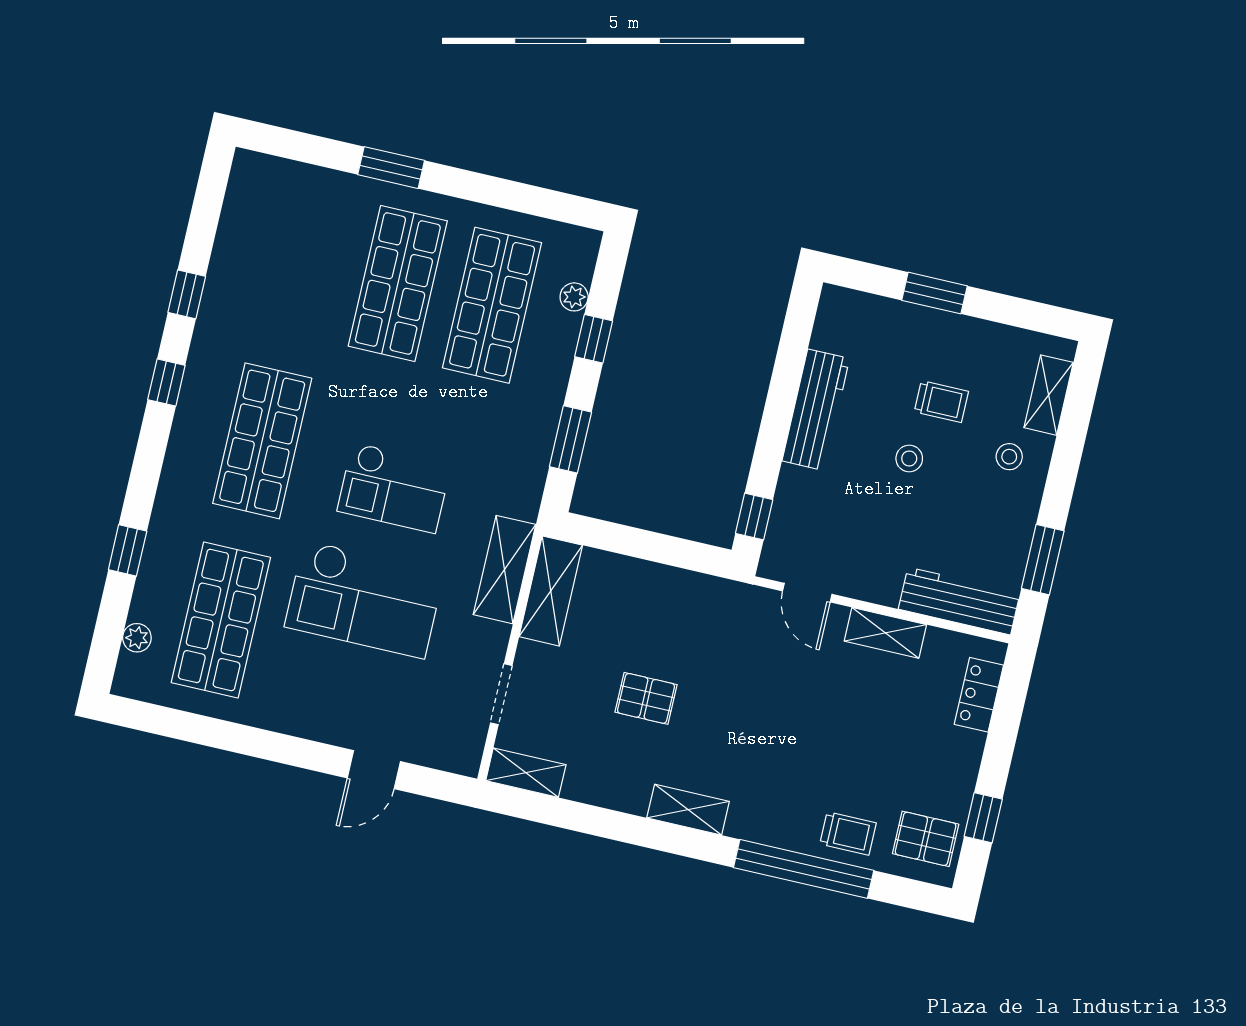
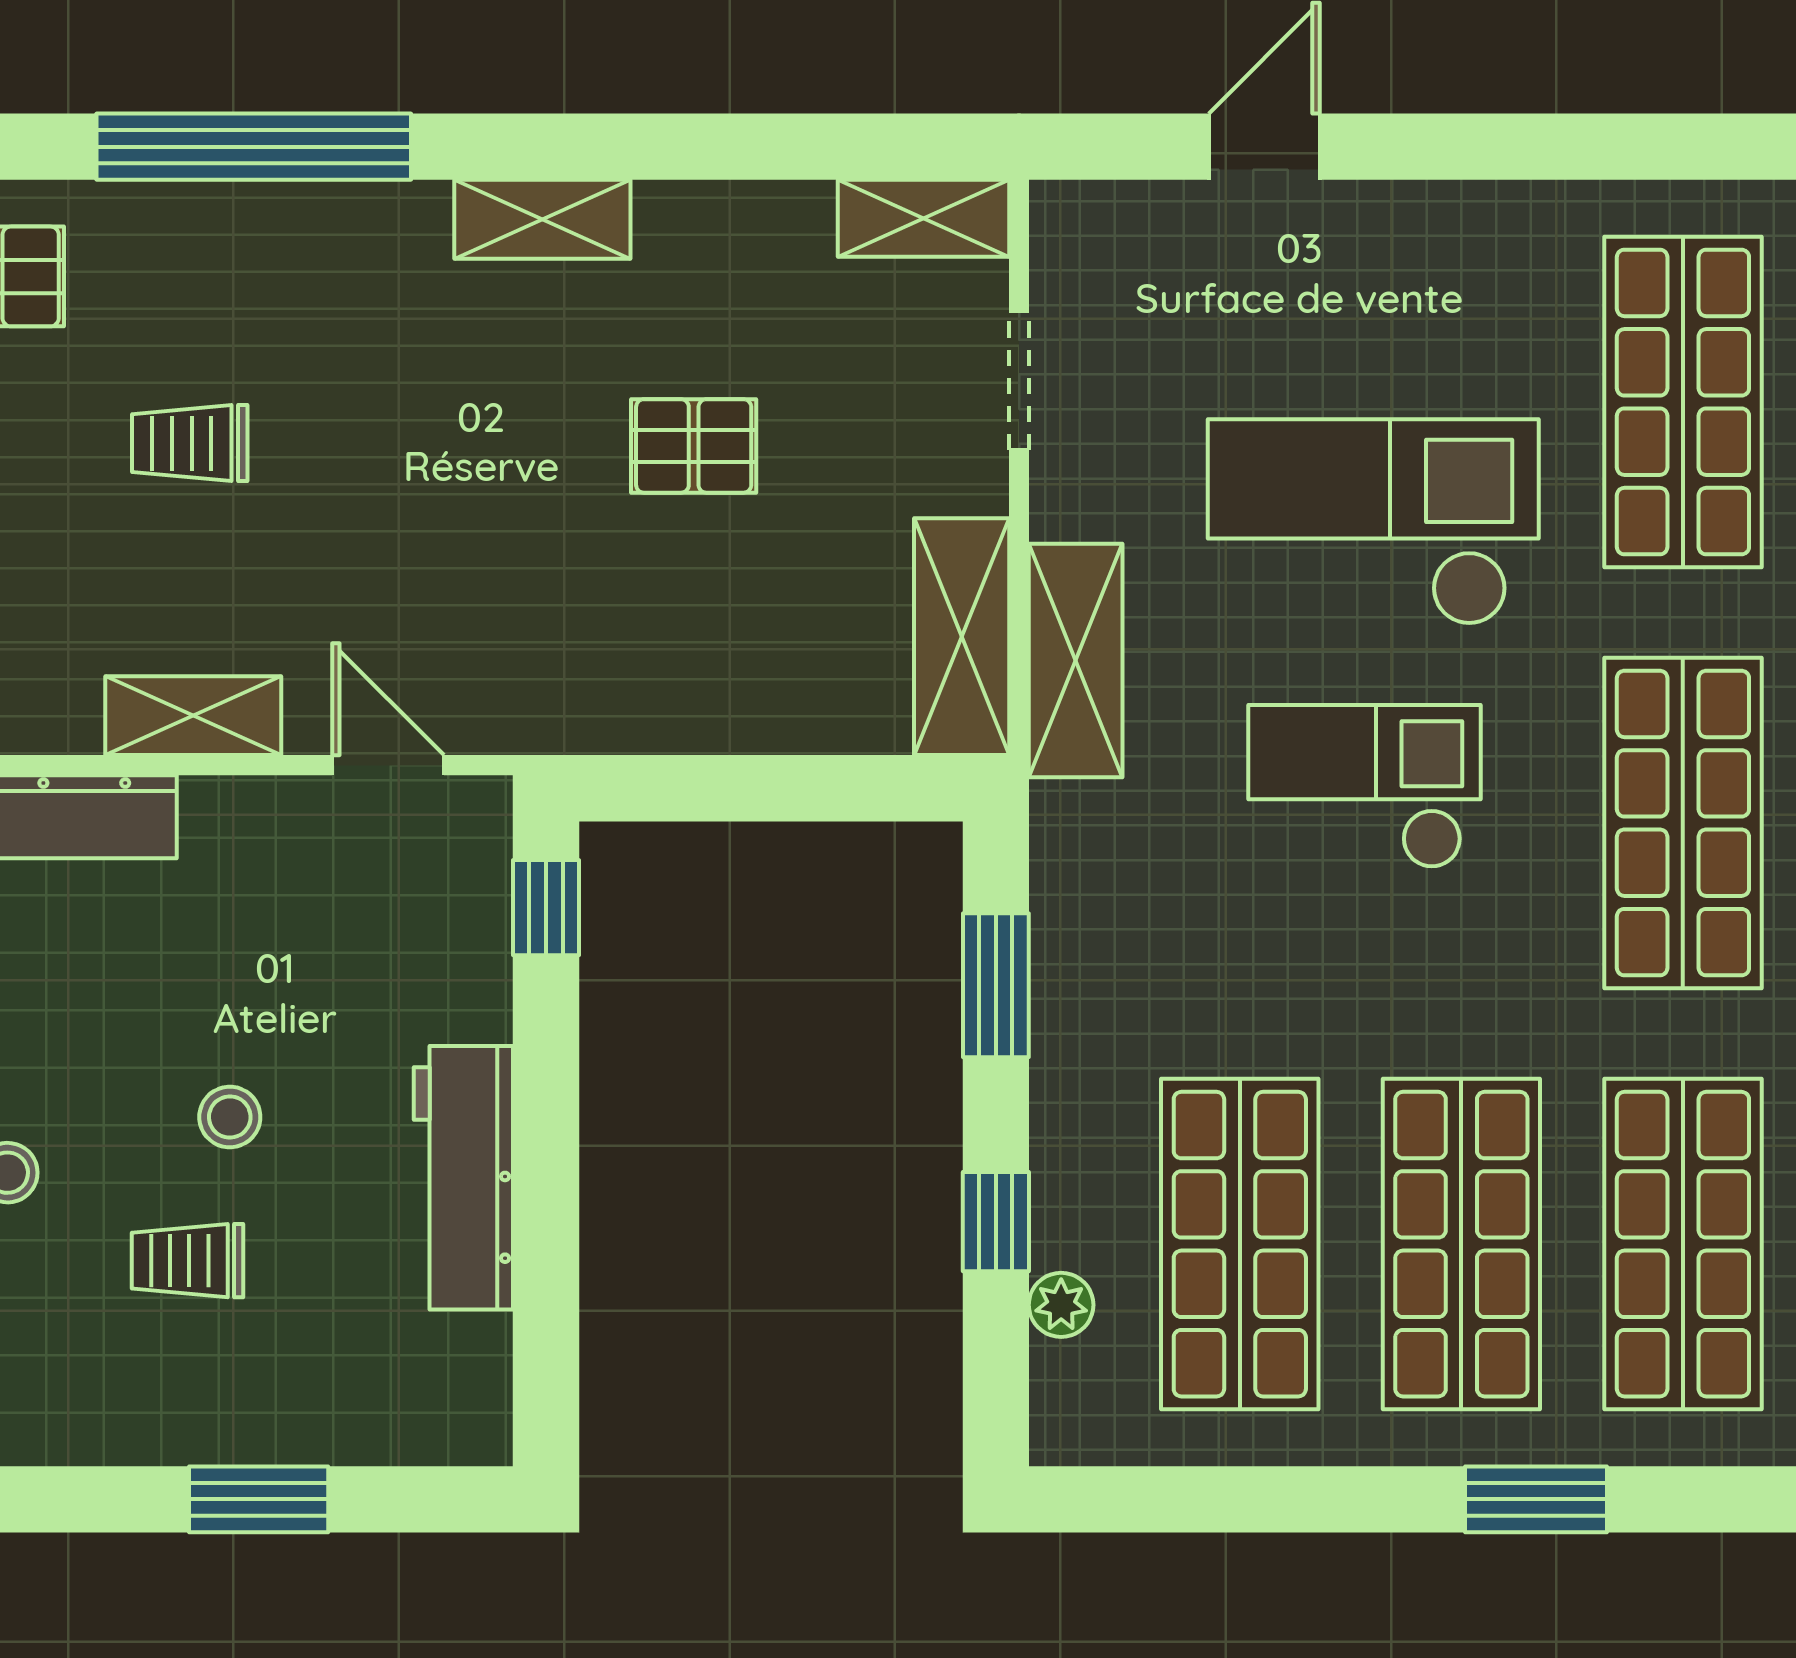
shop shelf: (304, 262) -> (1683, 1244), added
trolley: (848, 833) -> (190, 443), moved

